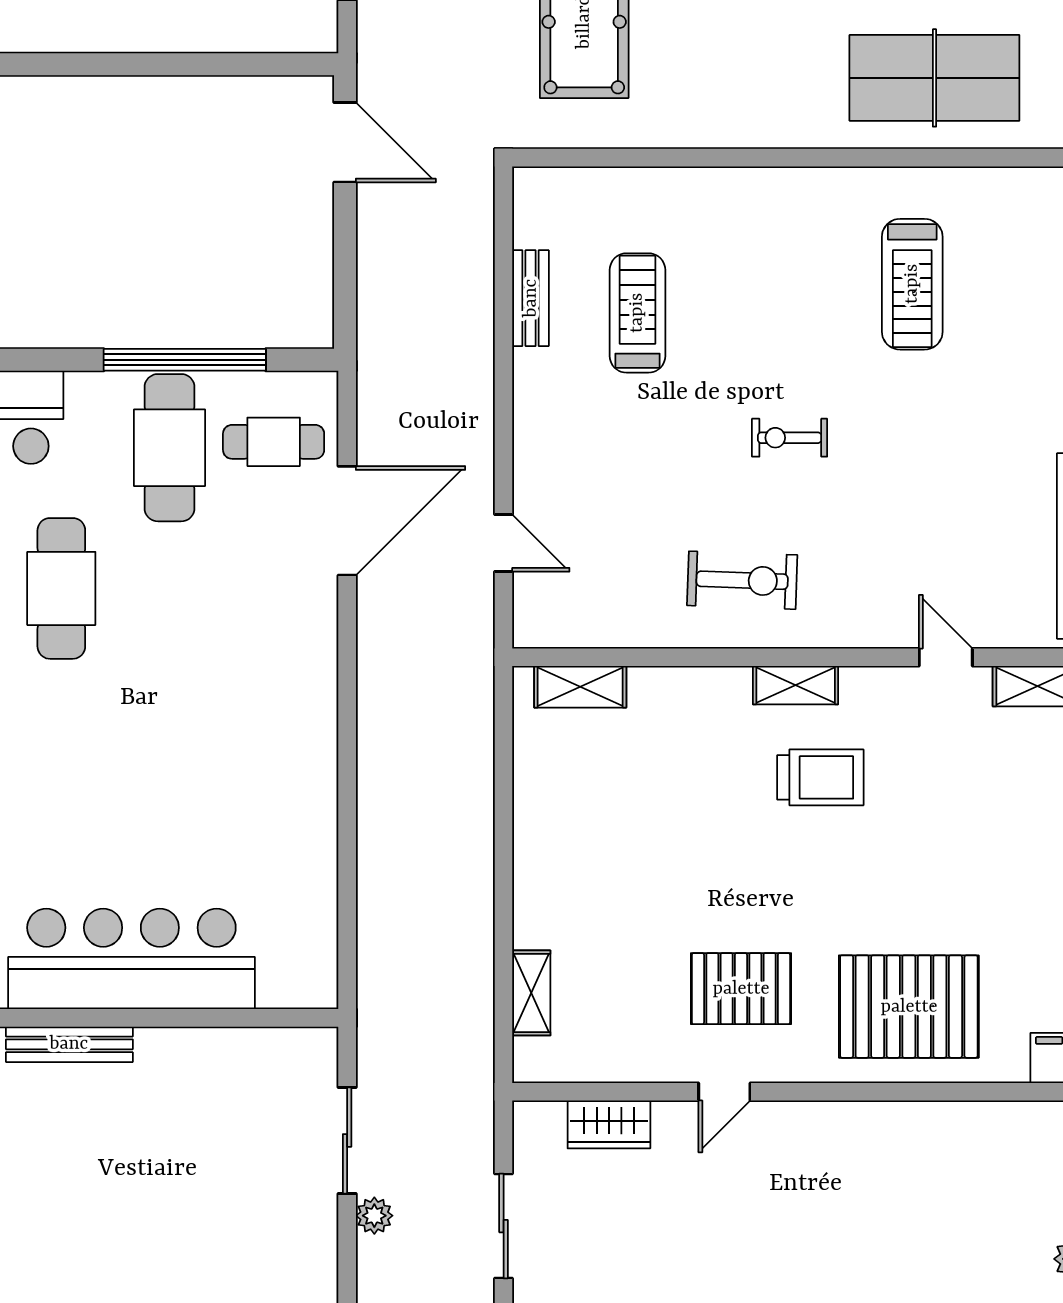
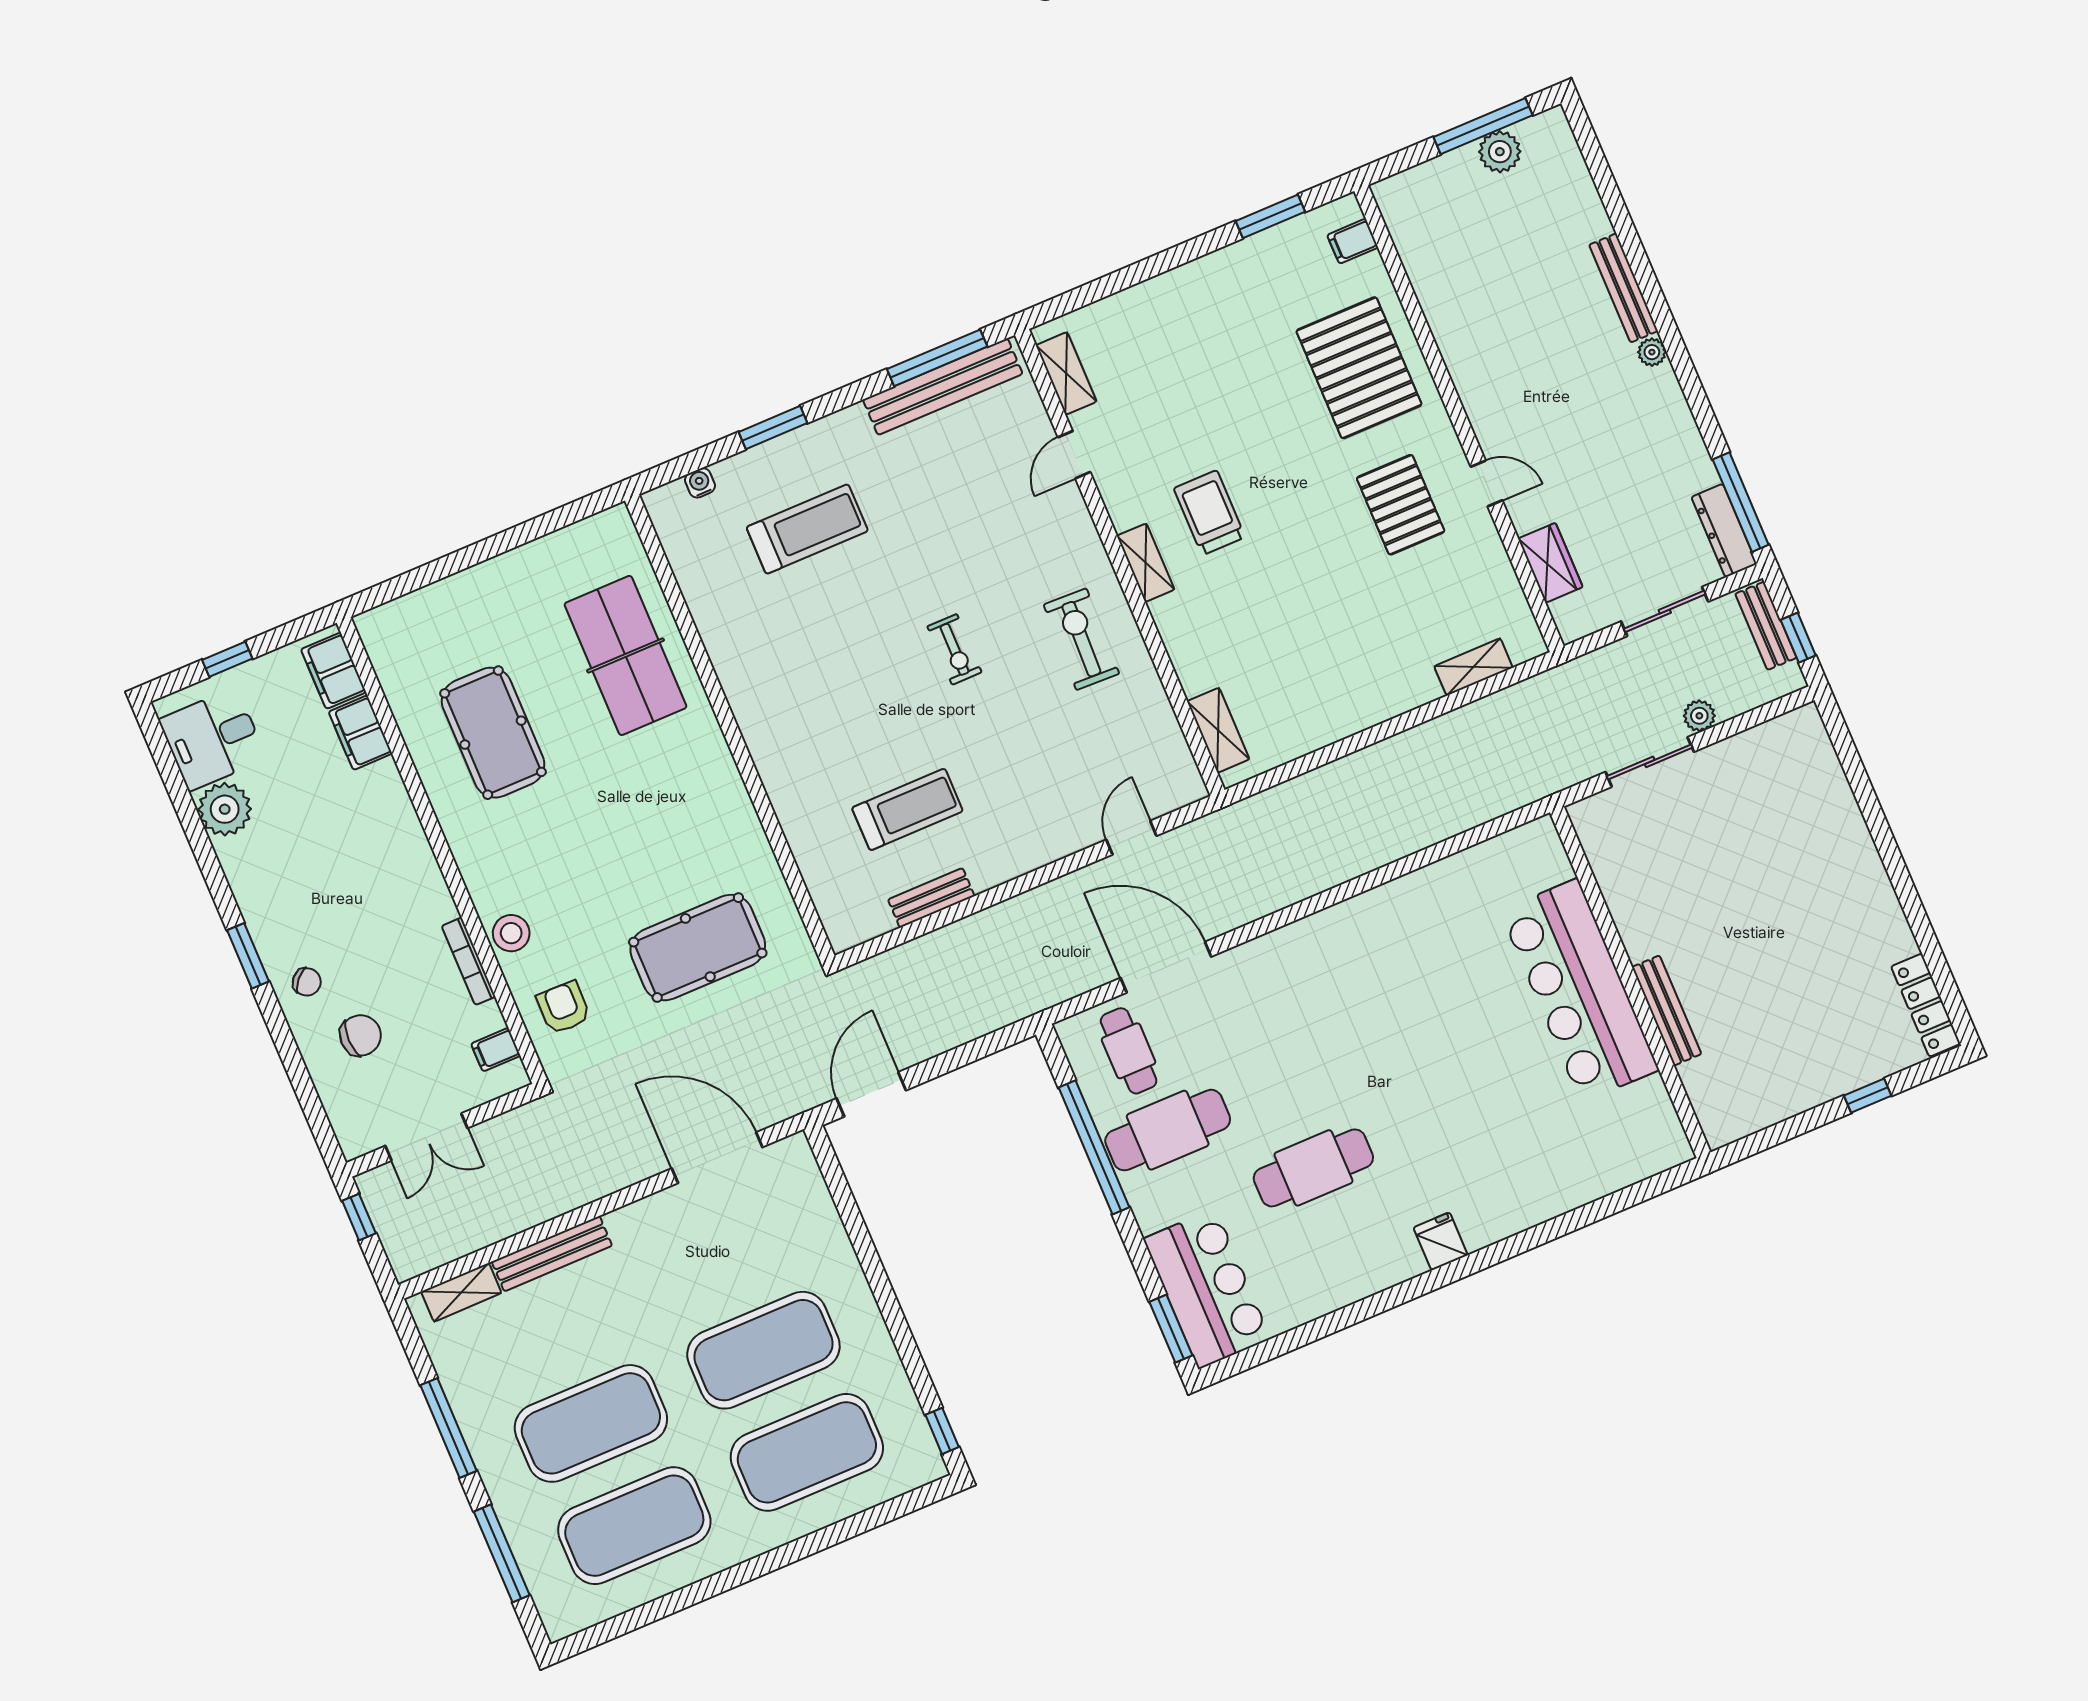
treadmill: (912, 284) -> (807, 529), moved
treadmill: (637, 313) -> (907, 809), turned 180

